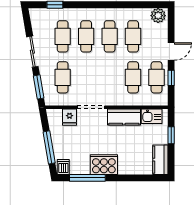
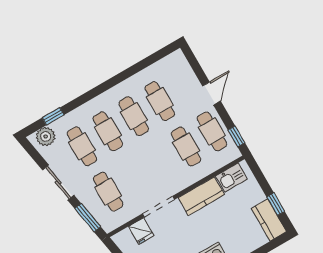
plant: (158, 16) -> (46, 137), moved
window: (171, 78) -> (236, 136), moved
window: (171, 135) -> (276, 204), moved

